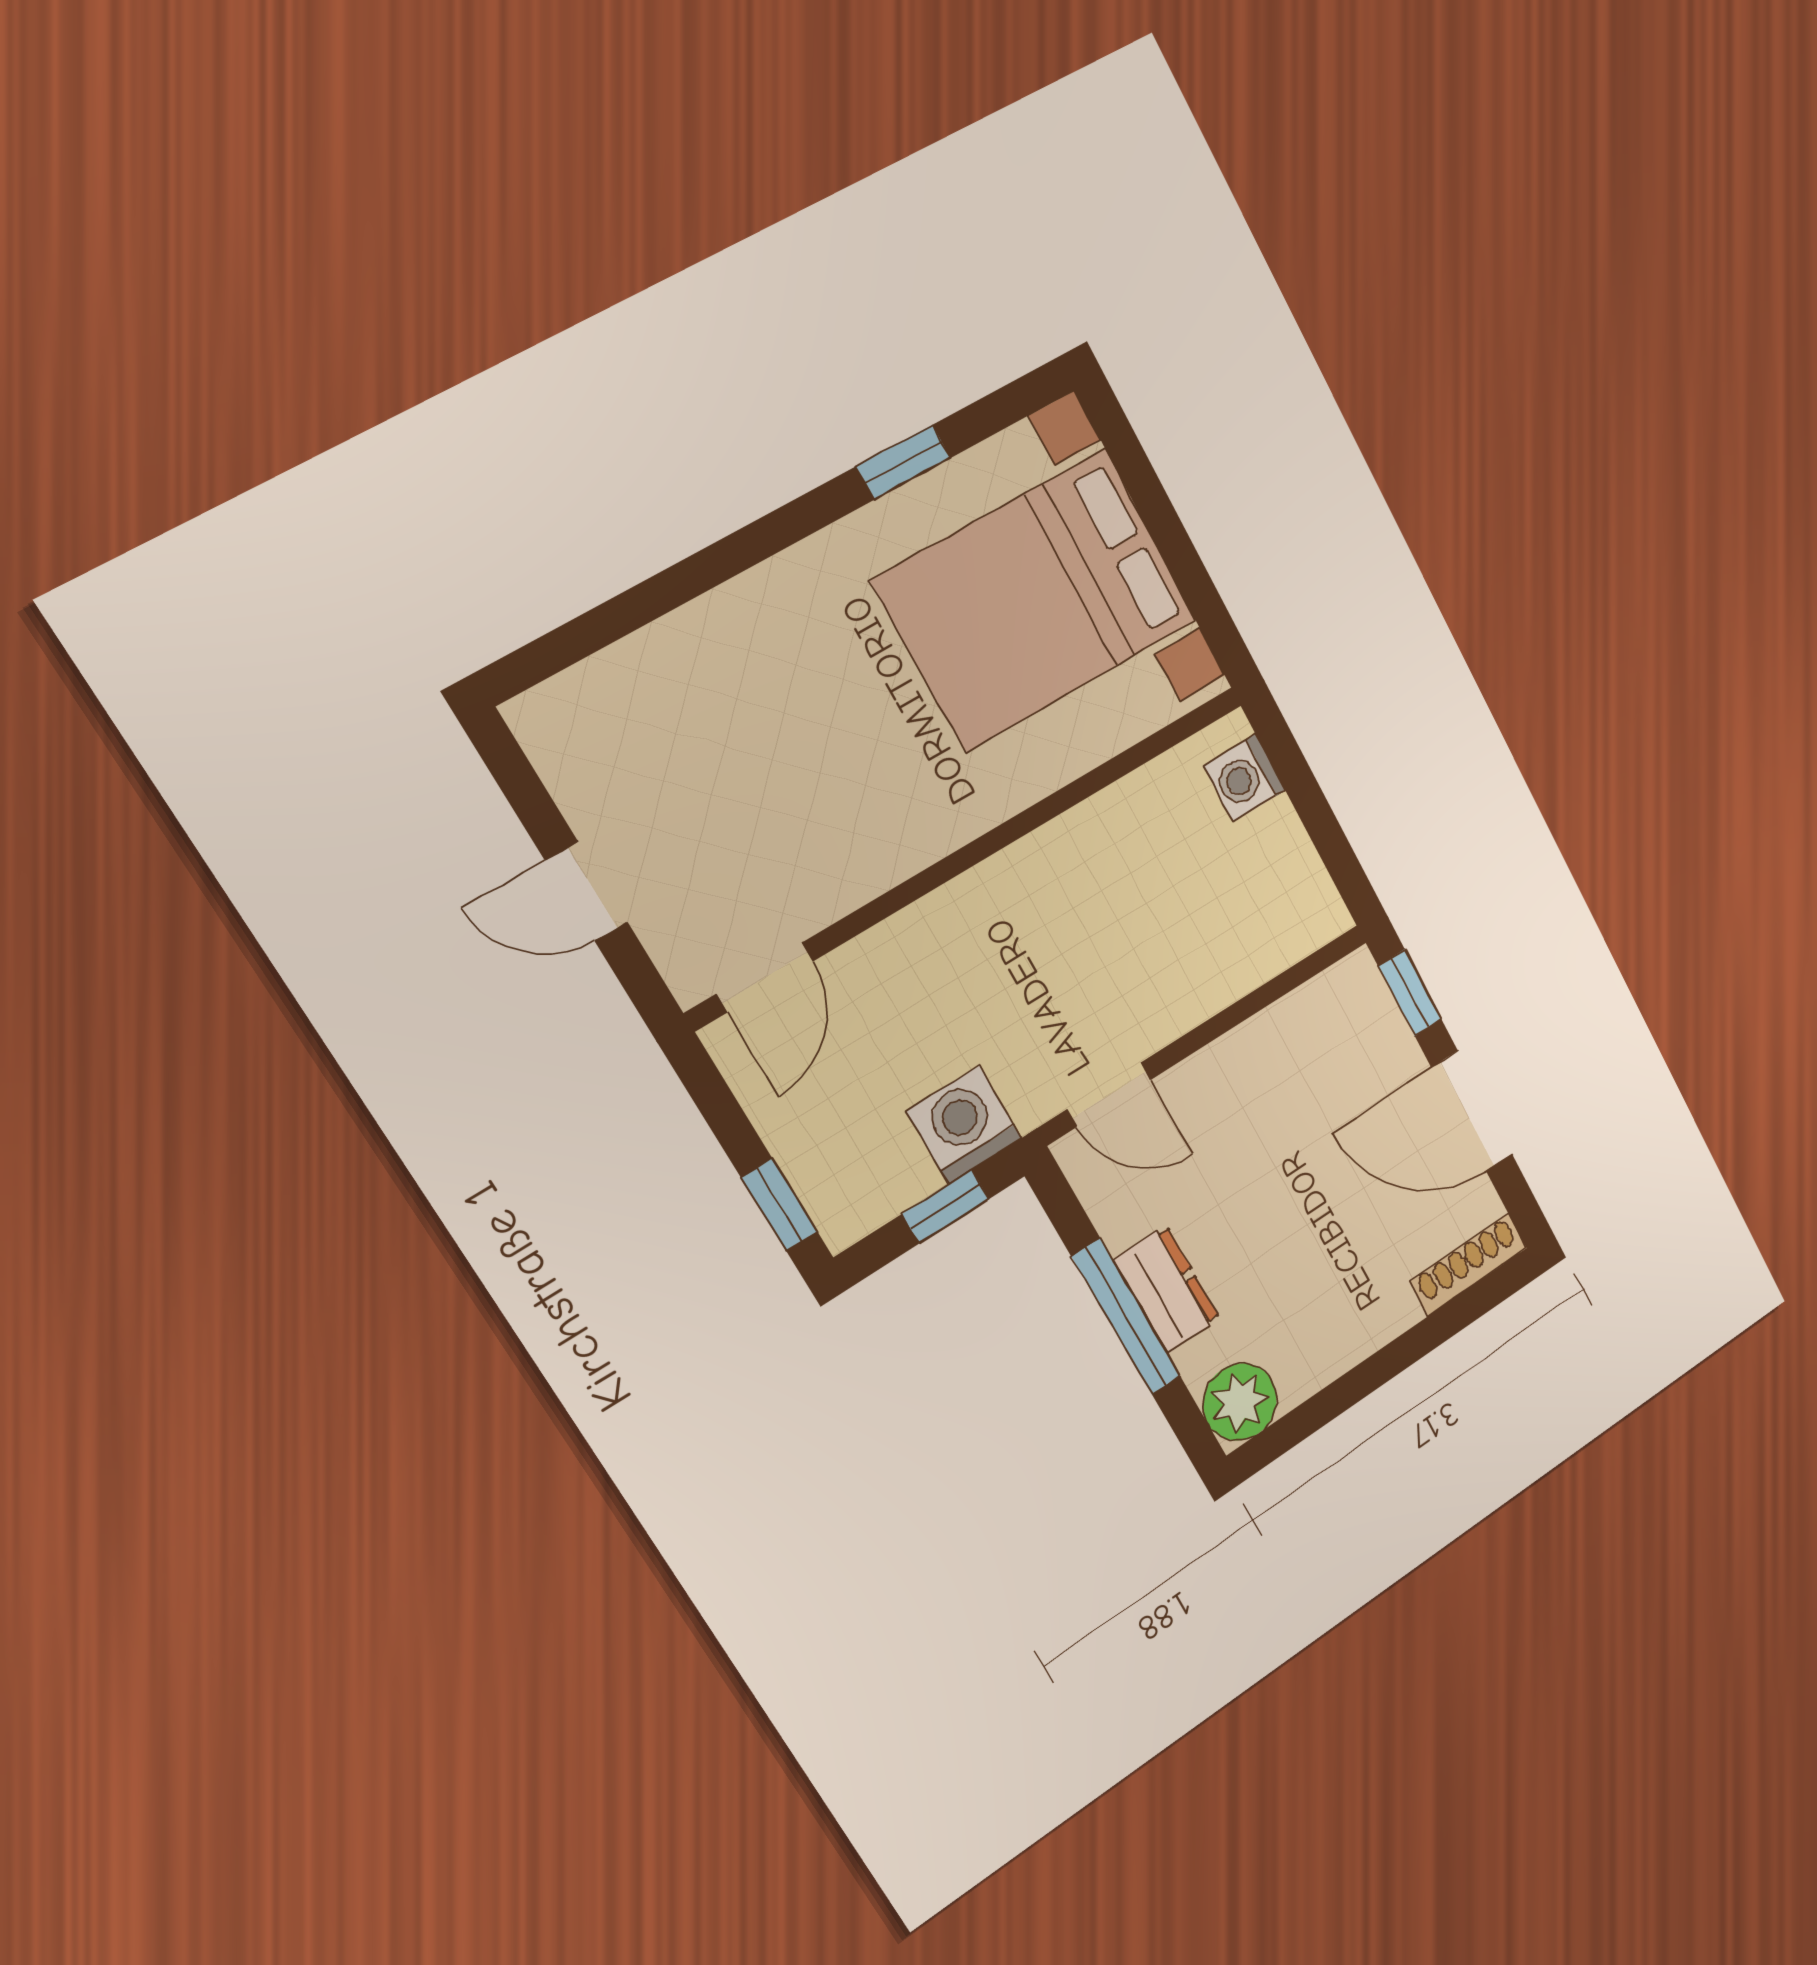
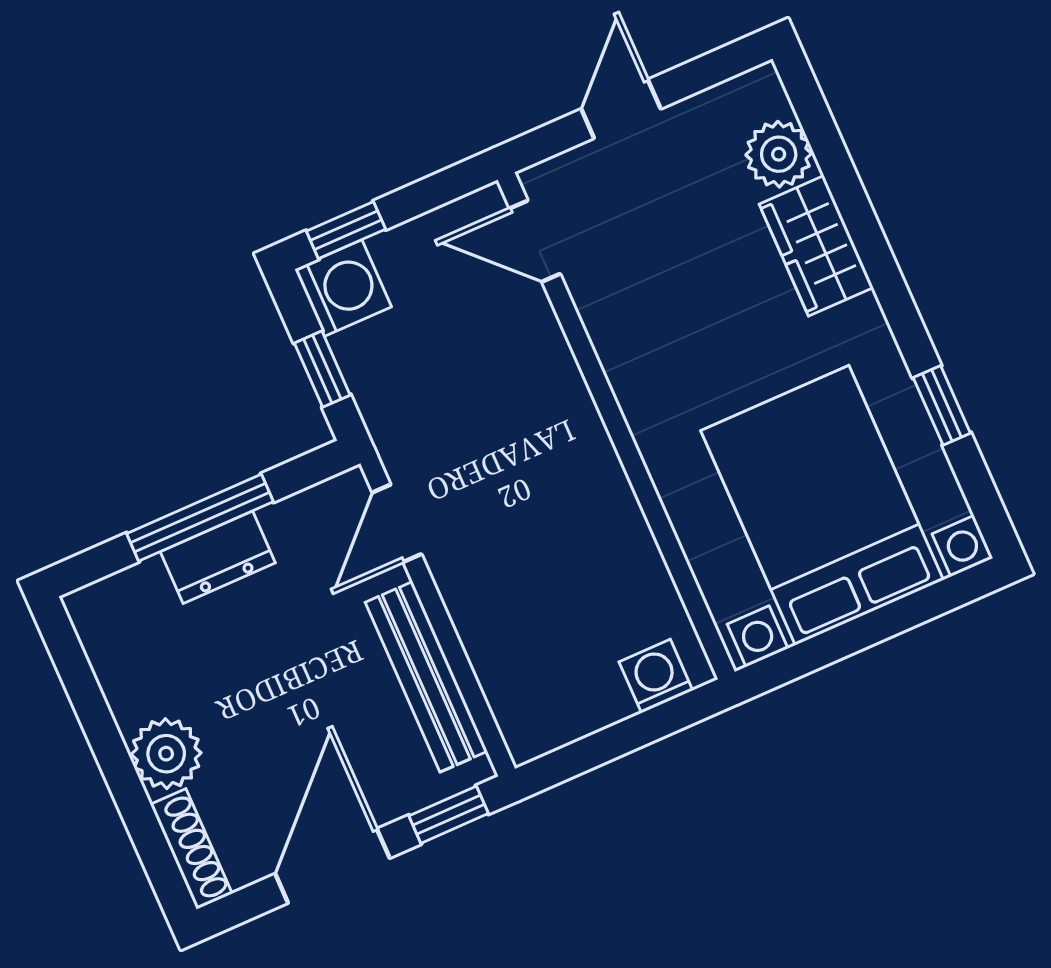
wardrobe: (728, 631) -> (816, 246), added
plant: (618, 688) -> (779, 154), added
bench: (1270, 1037) -> (426, 677), added
washing machine: (964, 1125) -> (343, 288), moved
plant: (1240, 1402) -> (166, 754), moved

